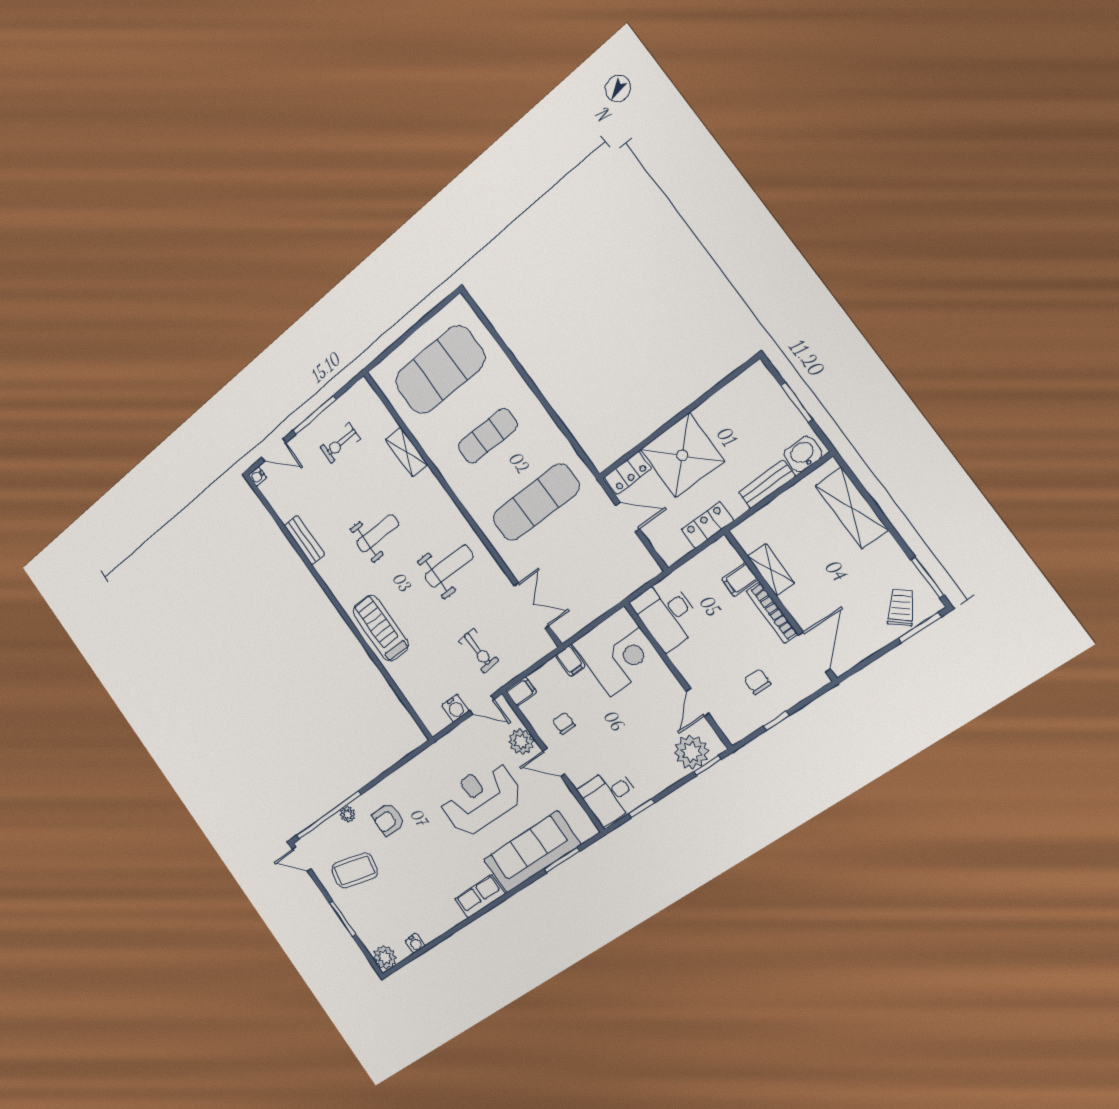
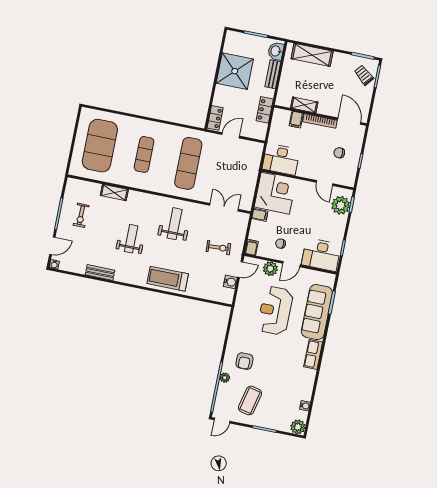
shower: (682, 455) -> (235, 71), moved
desk: (609, 796) -> (321, 255), width x1.37

